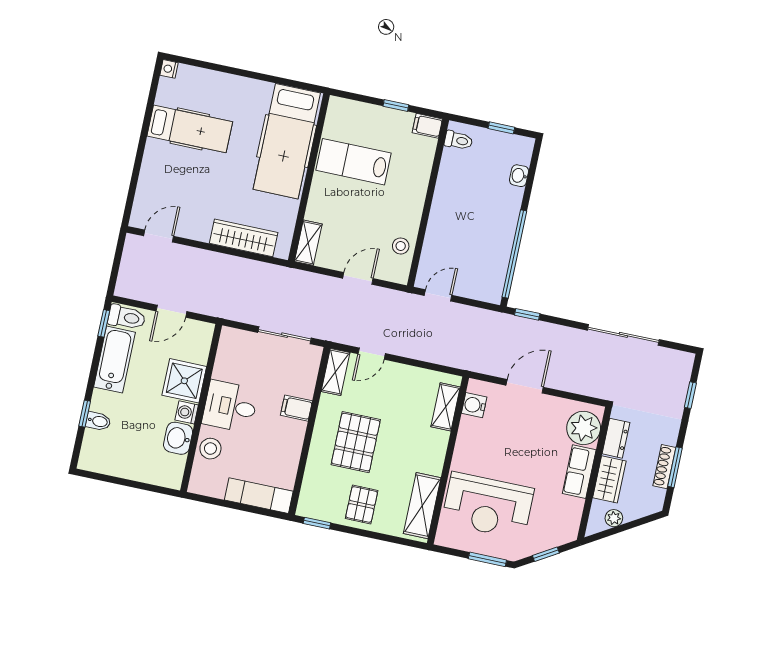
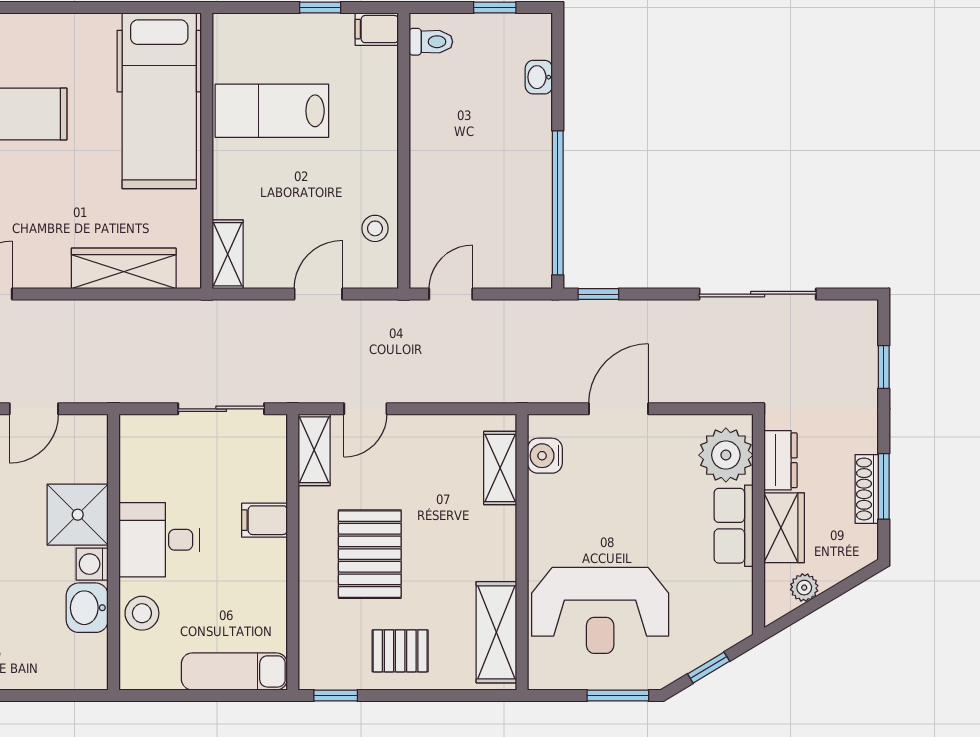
pallet: (362, 504) -> (400, 651), turned 90

